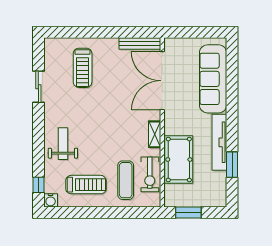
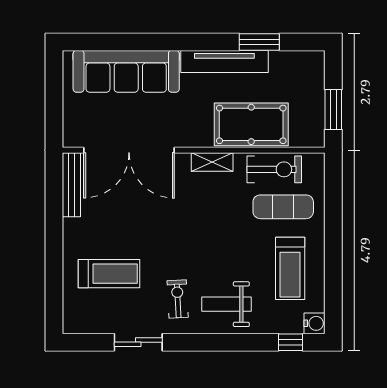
exercise bike: (66, 112) -> (178, 299), added
treadmill: (86, 185) -> (290, 268), turned 180

